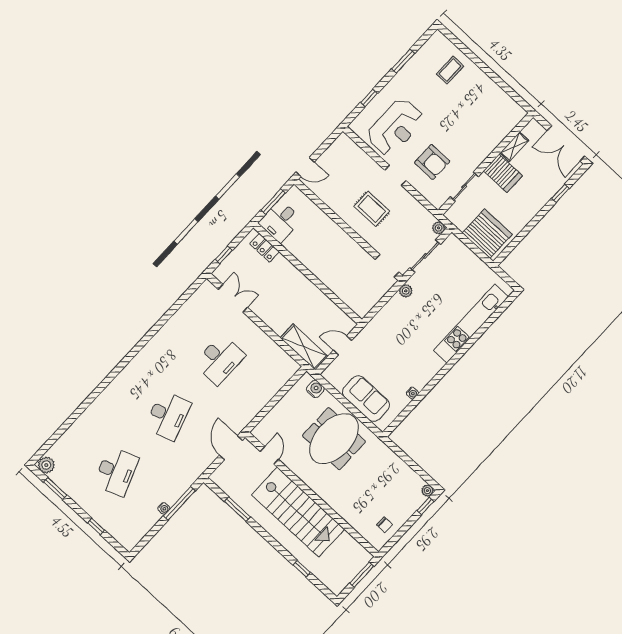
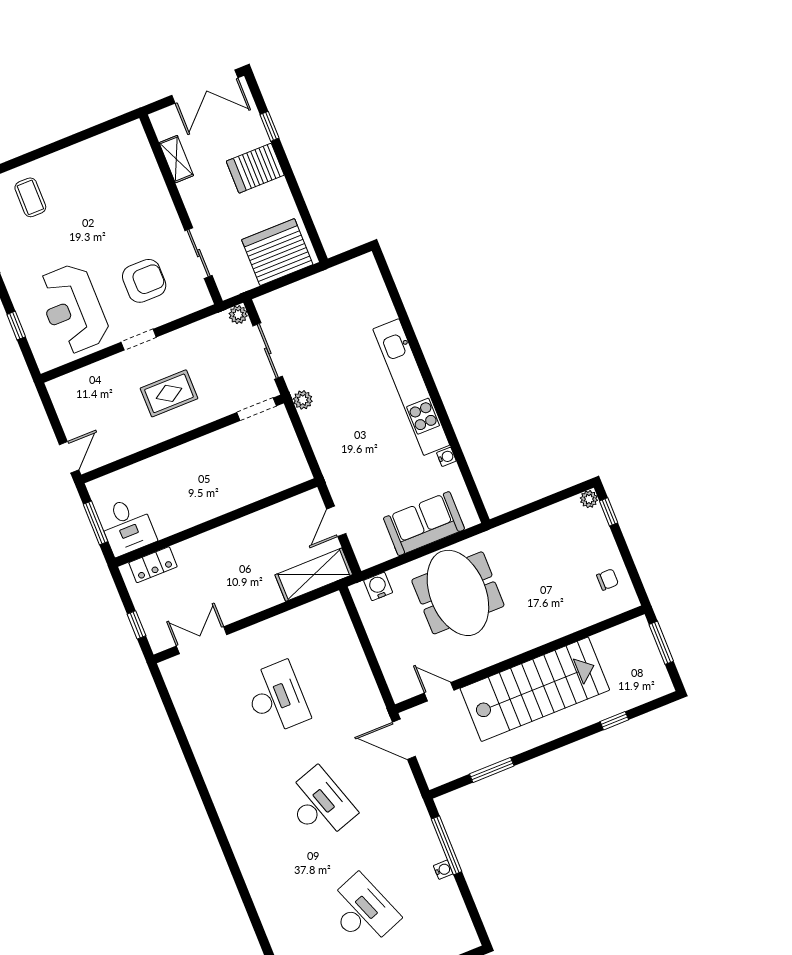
reception desk: (395, 127) -> (73, 309), turned 180
server rack: (503, 173) -> (255, 168), moved, turned 180
kitchen unit: (471, 324) -> (411, 387), moved

